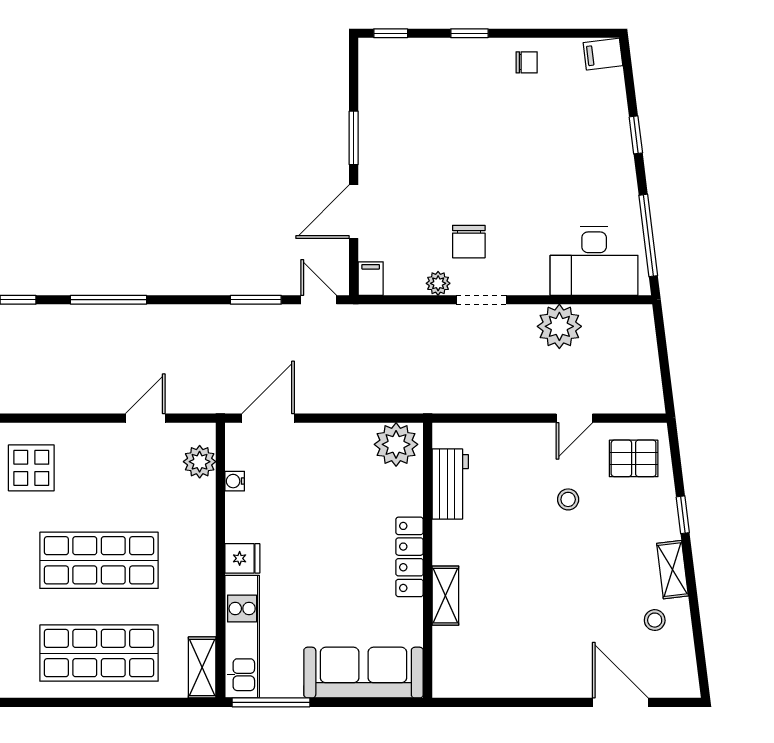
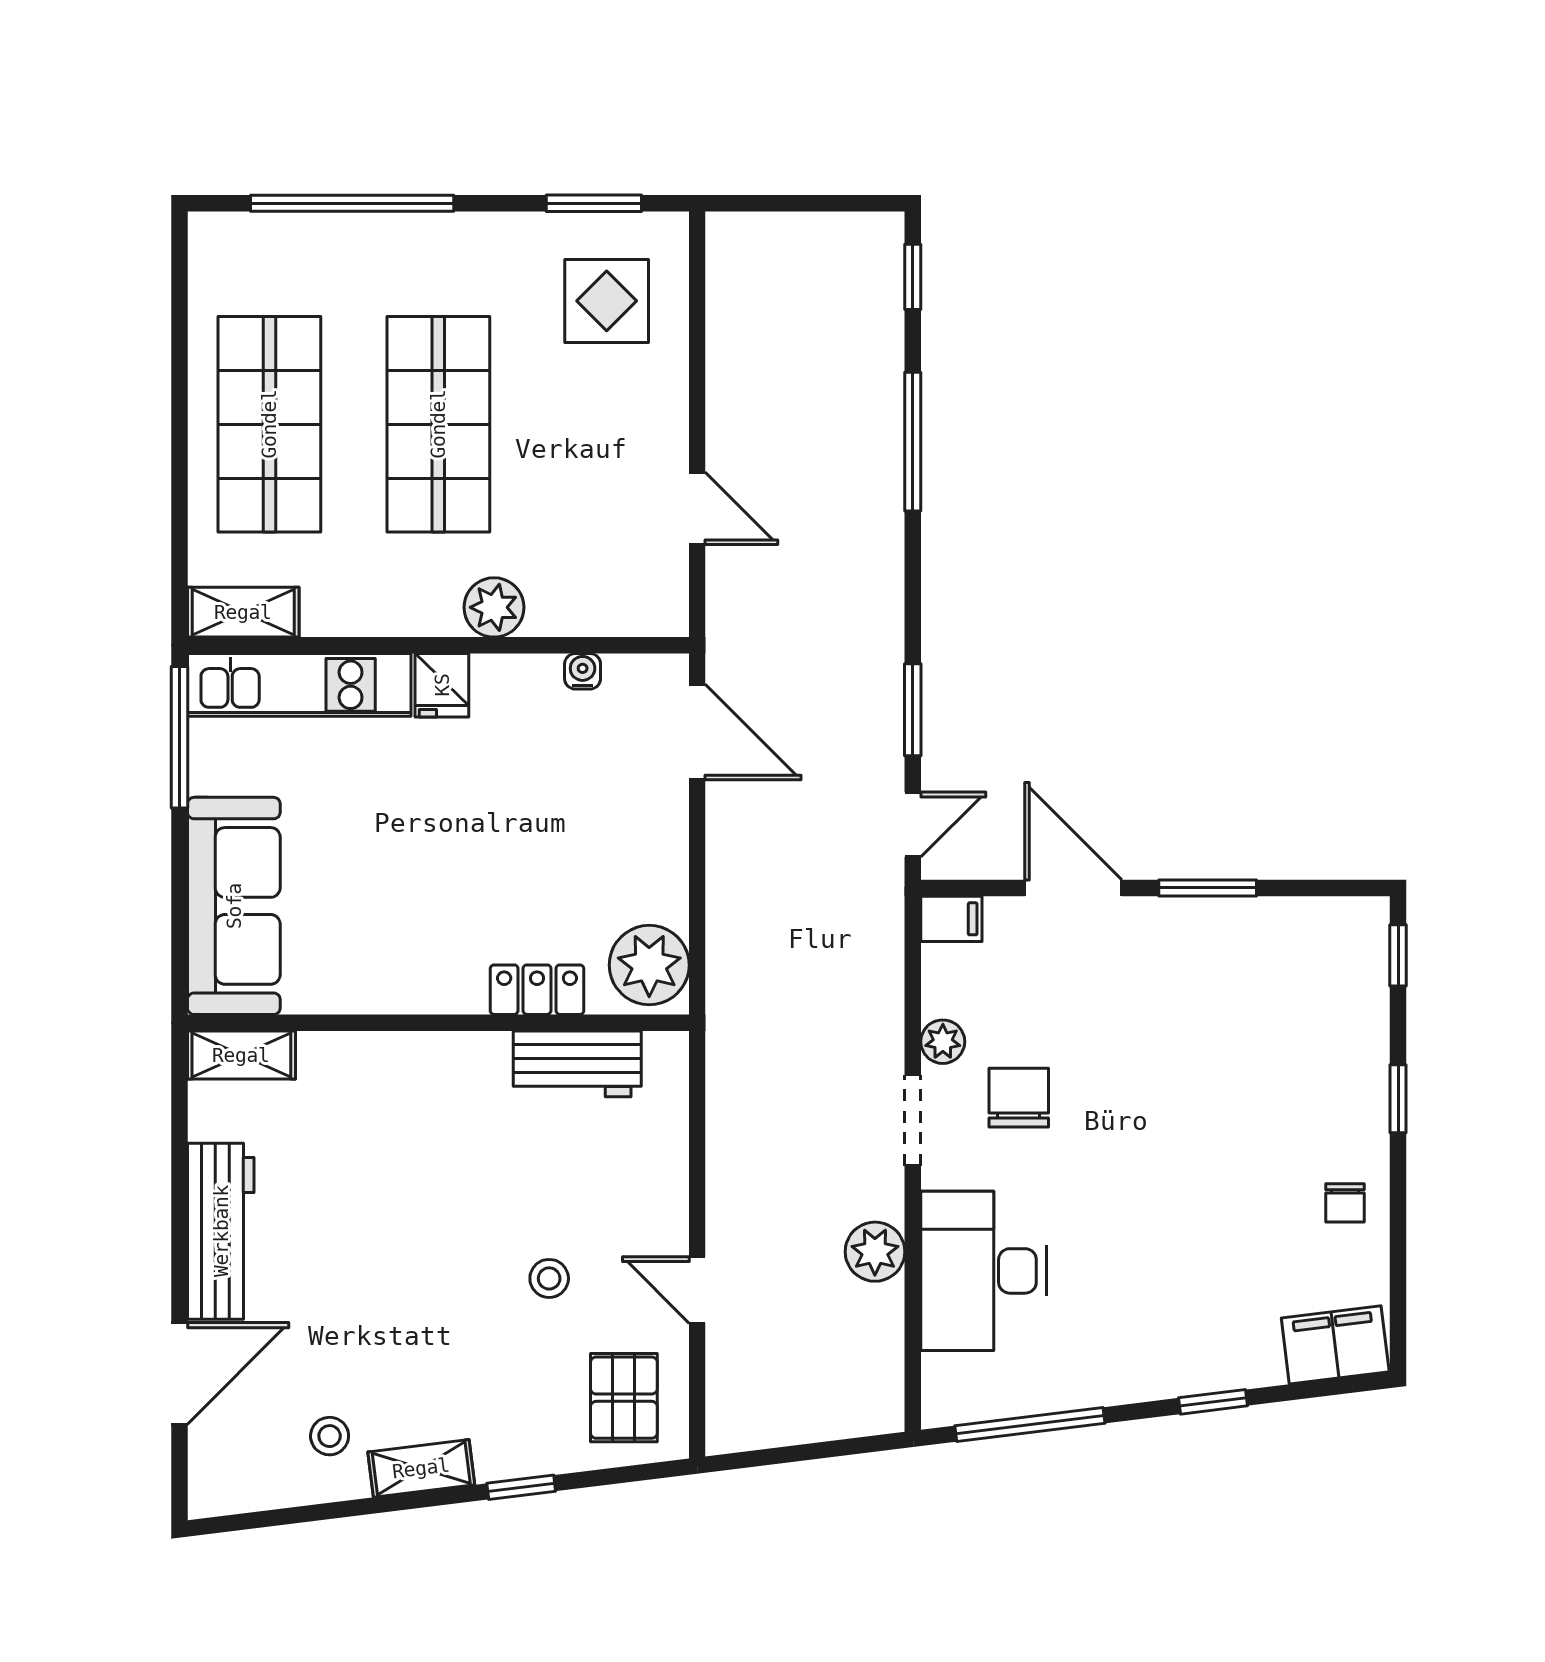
filing cabinet: (603, 54) -> (1335, 1345), width x2.00
chair: (469, 242) -> (1019, 1098), turned 90
desk: (594, 261) -> (984, 1271), moved
plant: (559, 326) -> (875, 1252), width x0.73, depth x0.73
plant: (200, 462) -> (494, 607), moved
locker: (410, 557) -> (537, 990), moved, width x0.66
shelving: (445, 596) -> (241, 1055), moved
workbench: (542, 680) -> (221, 1231), added

